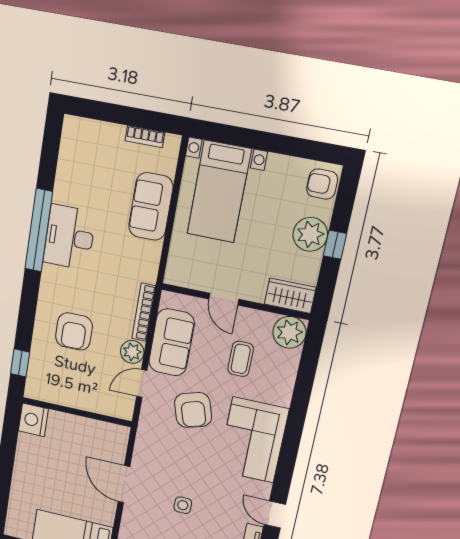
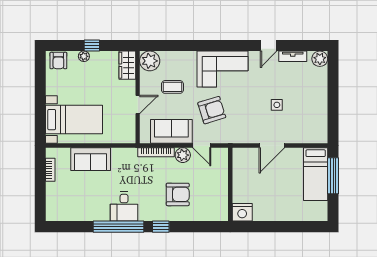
plant: (310, 234) -> (84, 56), width x0.53, depth x0.53
desk: (69, 237) -> (124, 206), width x0.73
window: (20, 363) -> (161, 227), moved

